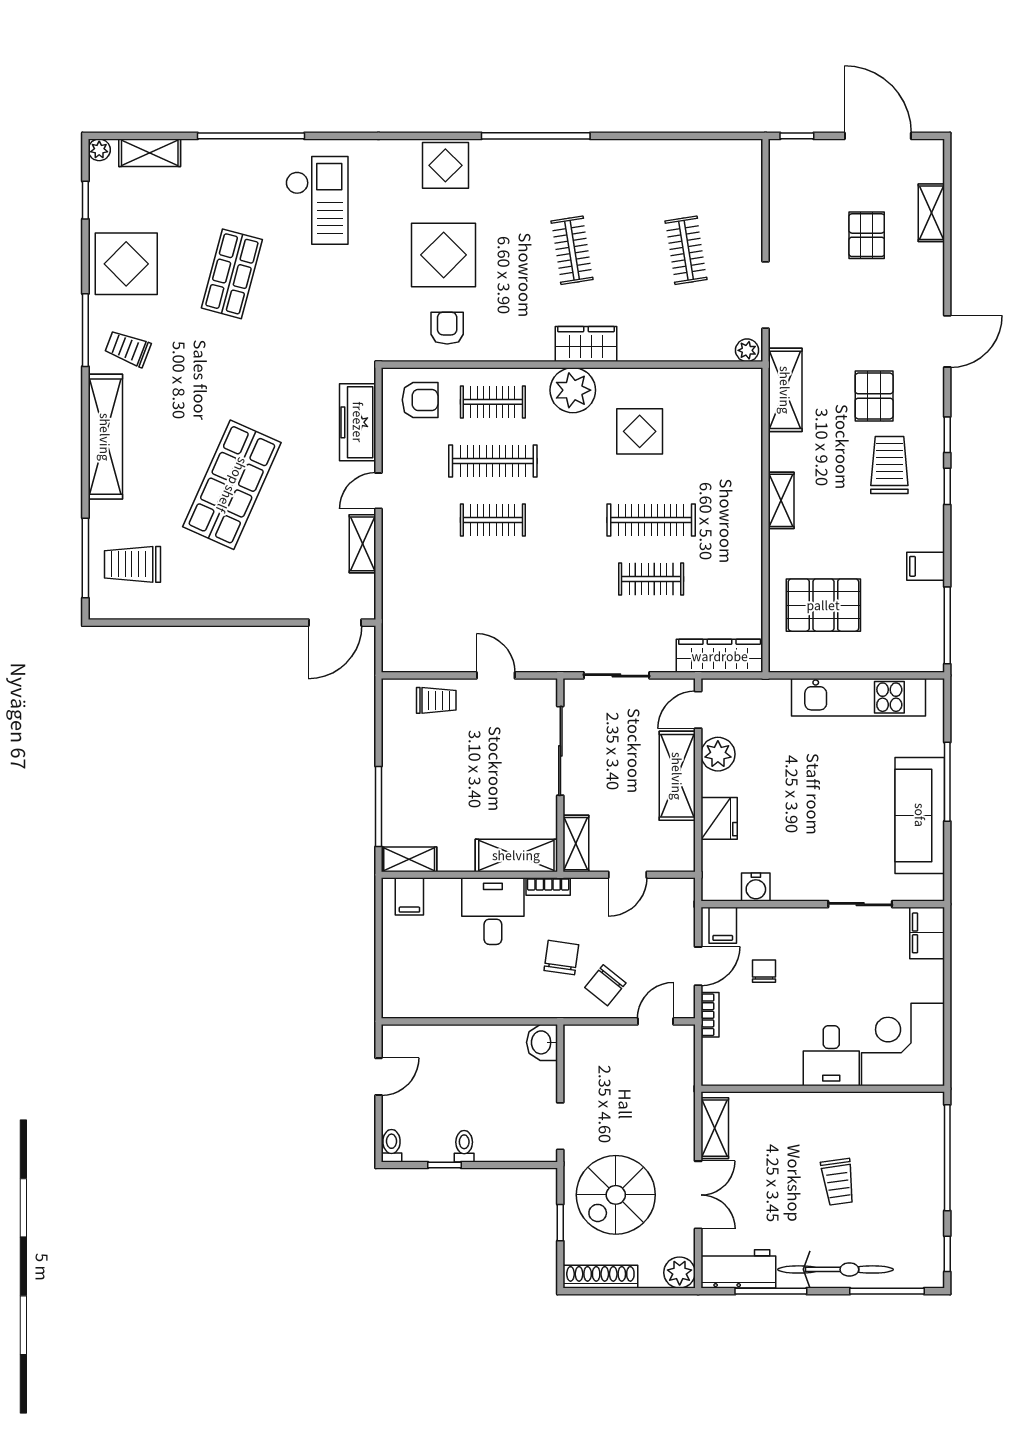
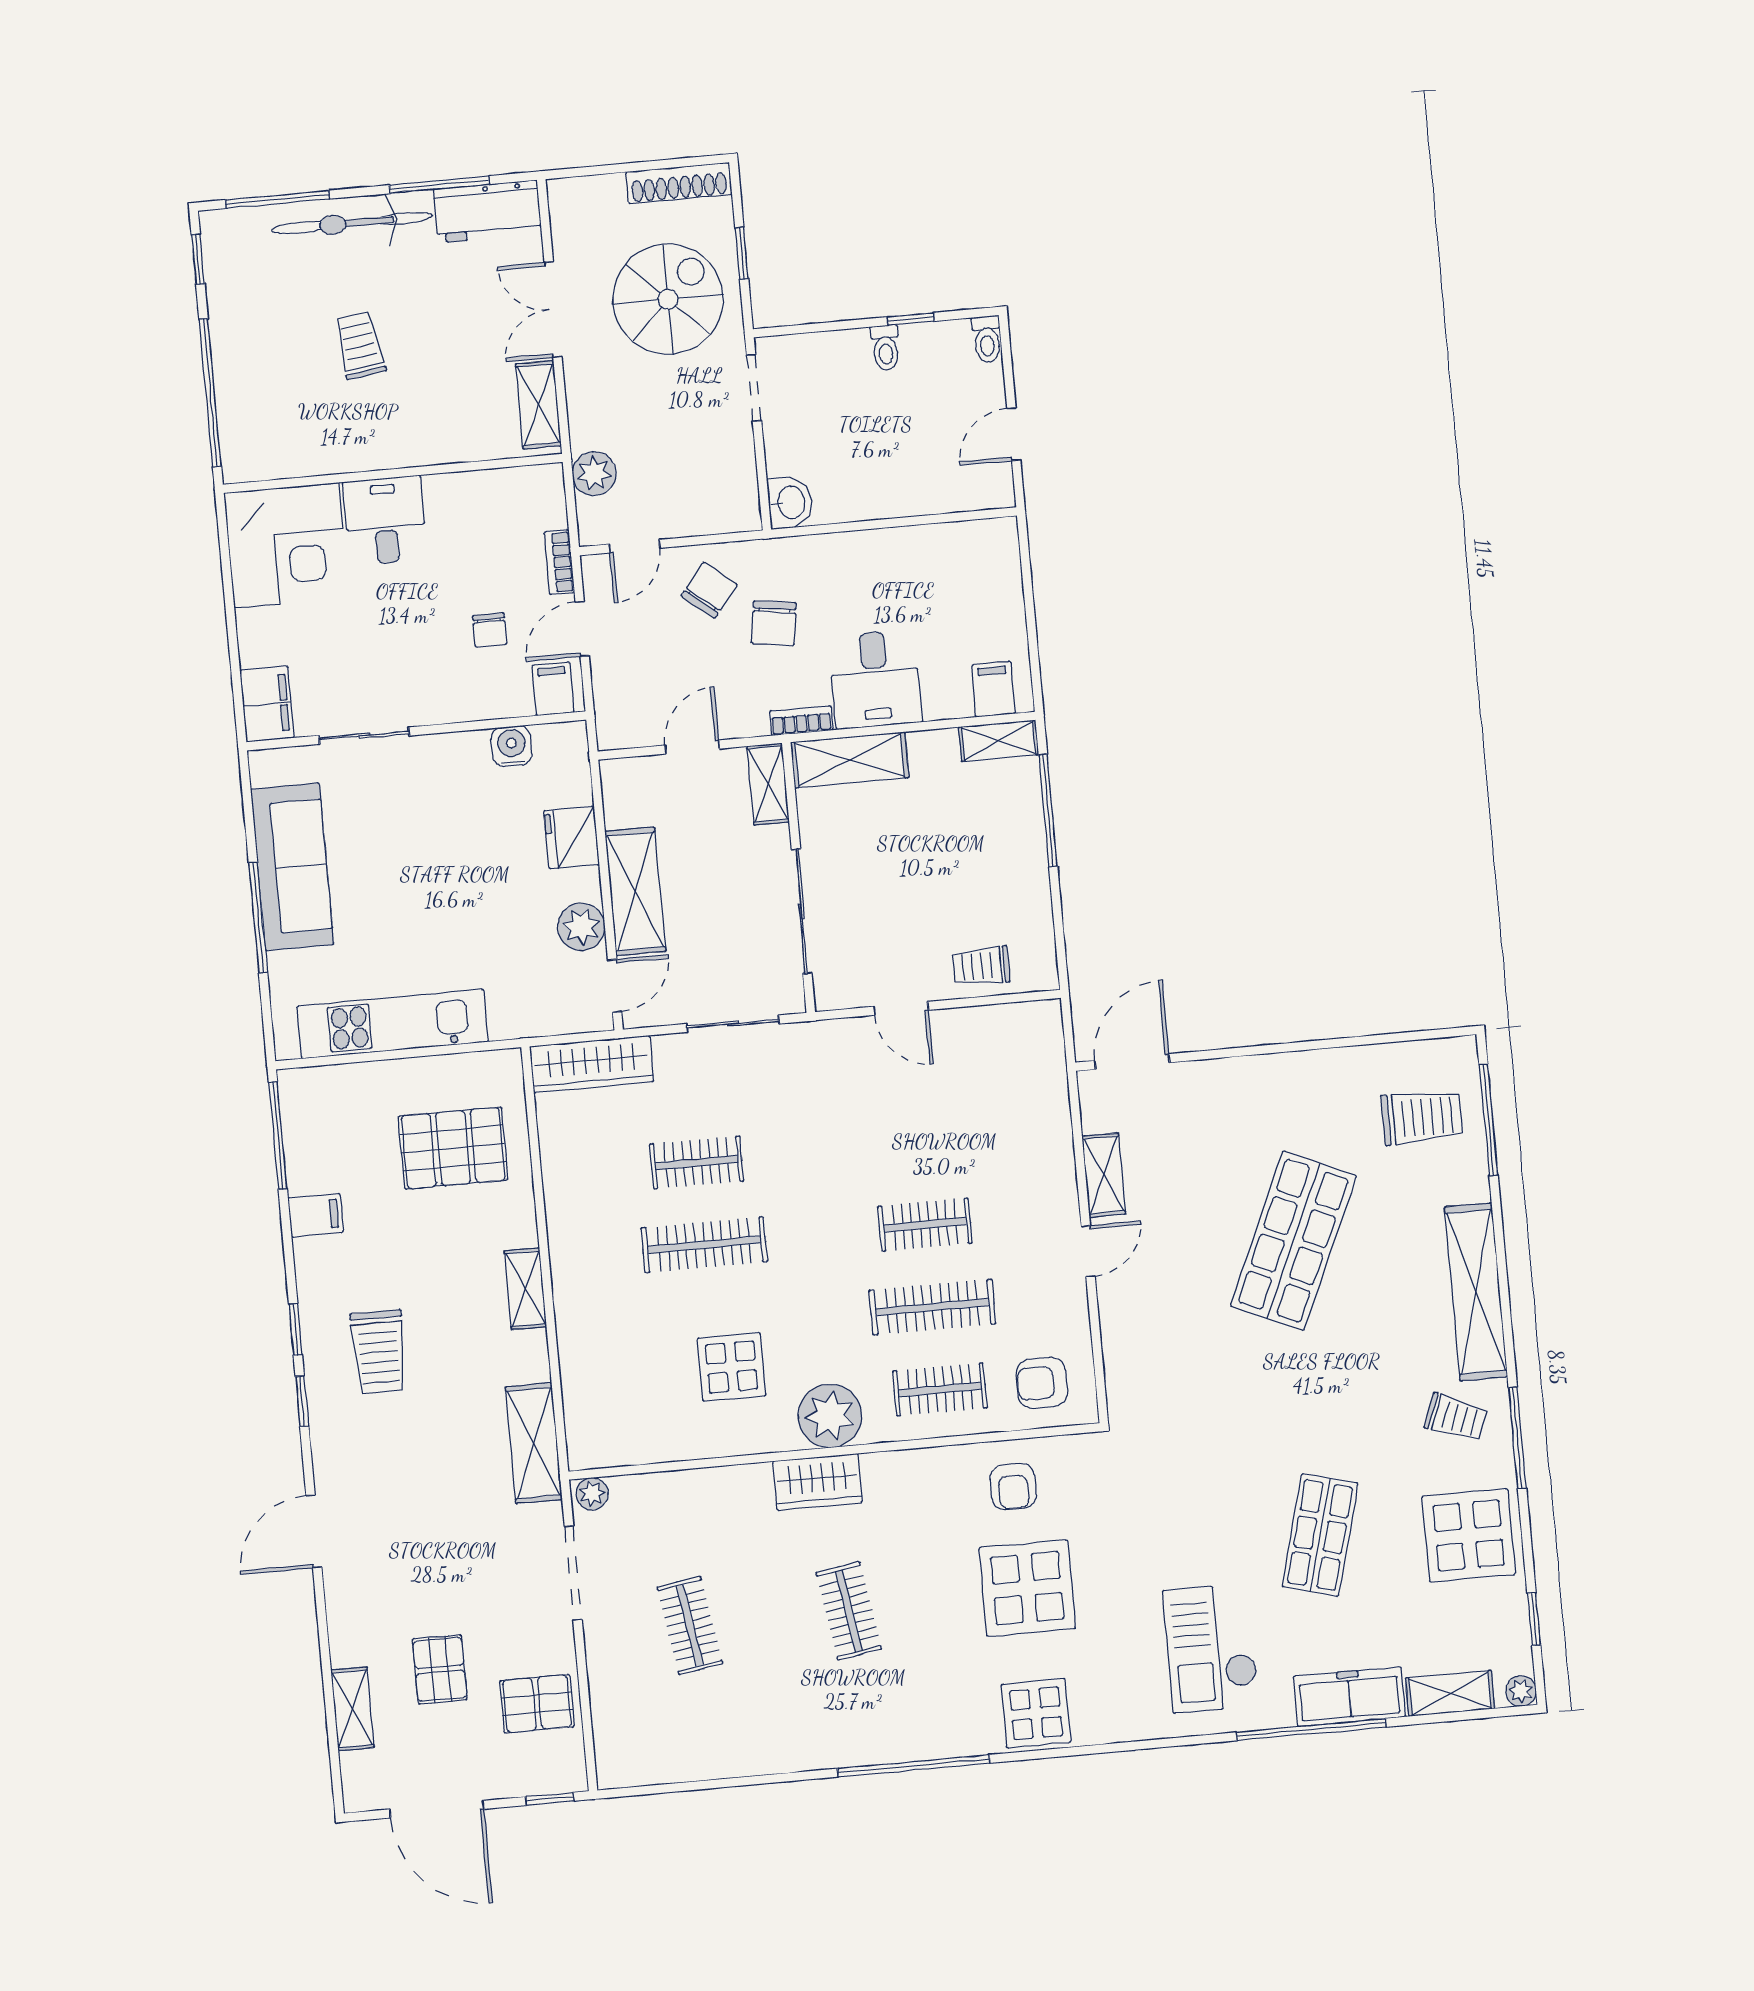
pallet: (874, 396) -> (537, 1704), moved, turned 90
freezer: (358, 422) -> (1349, 1697), moved, turned -90
plant: (680, 1273) -> (594, 474), moved

